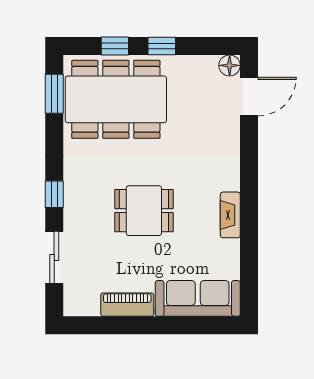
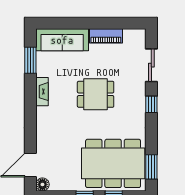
window: (249, 265) -> (30, 60), added

